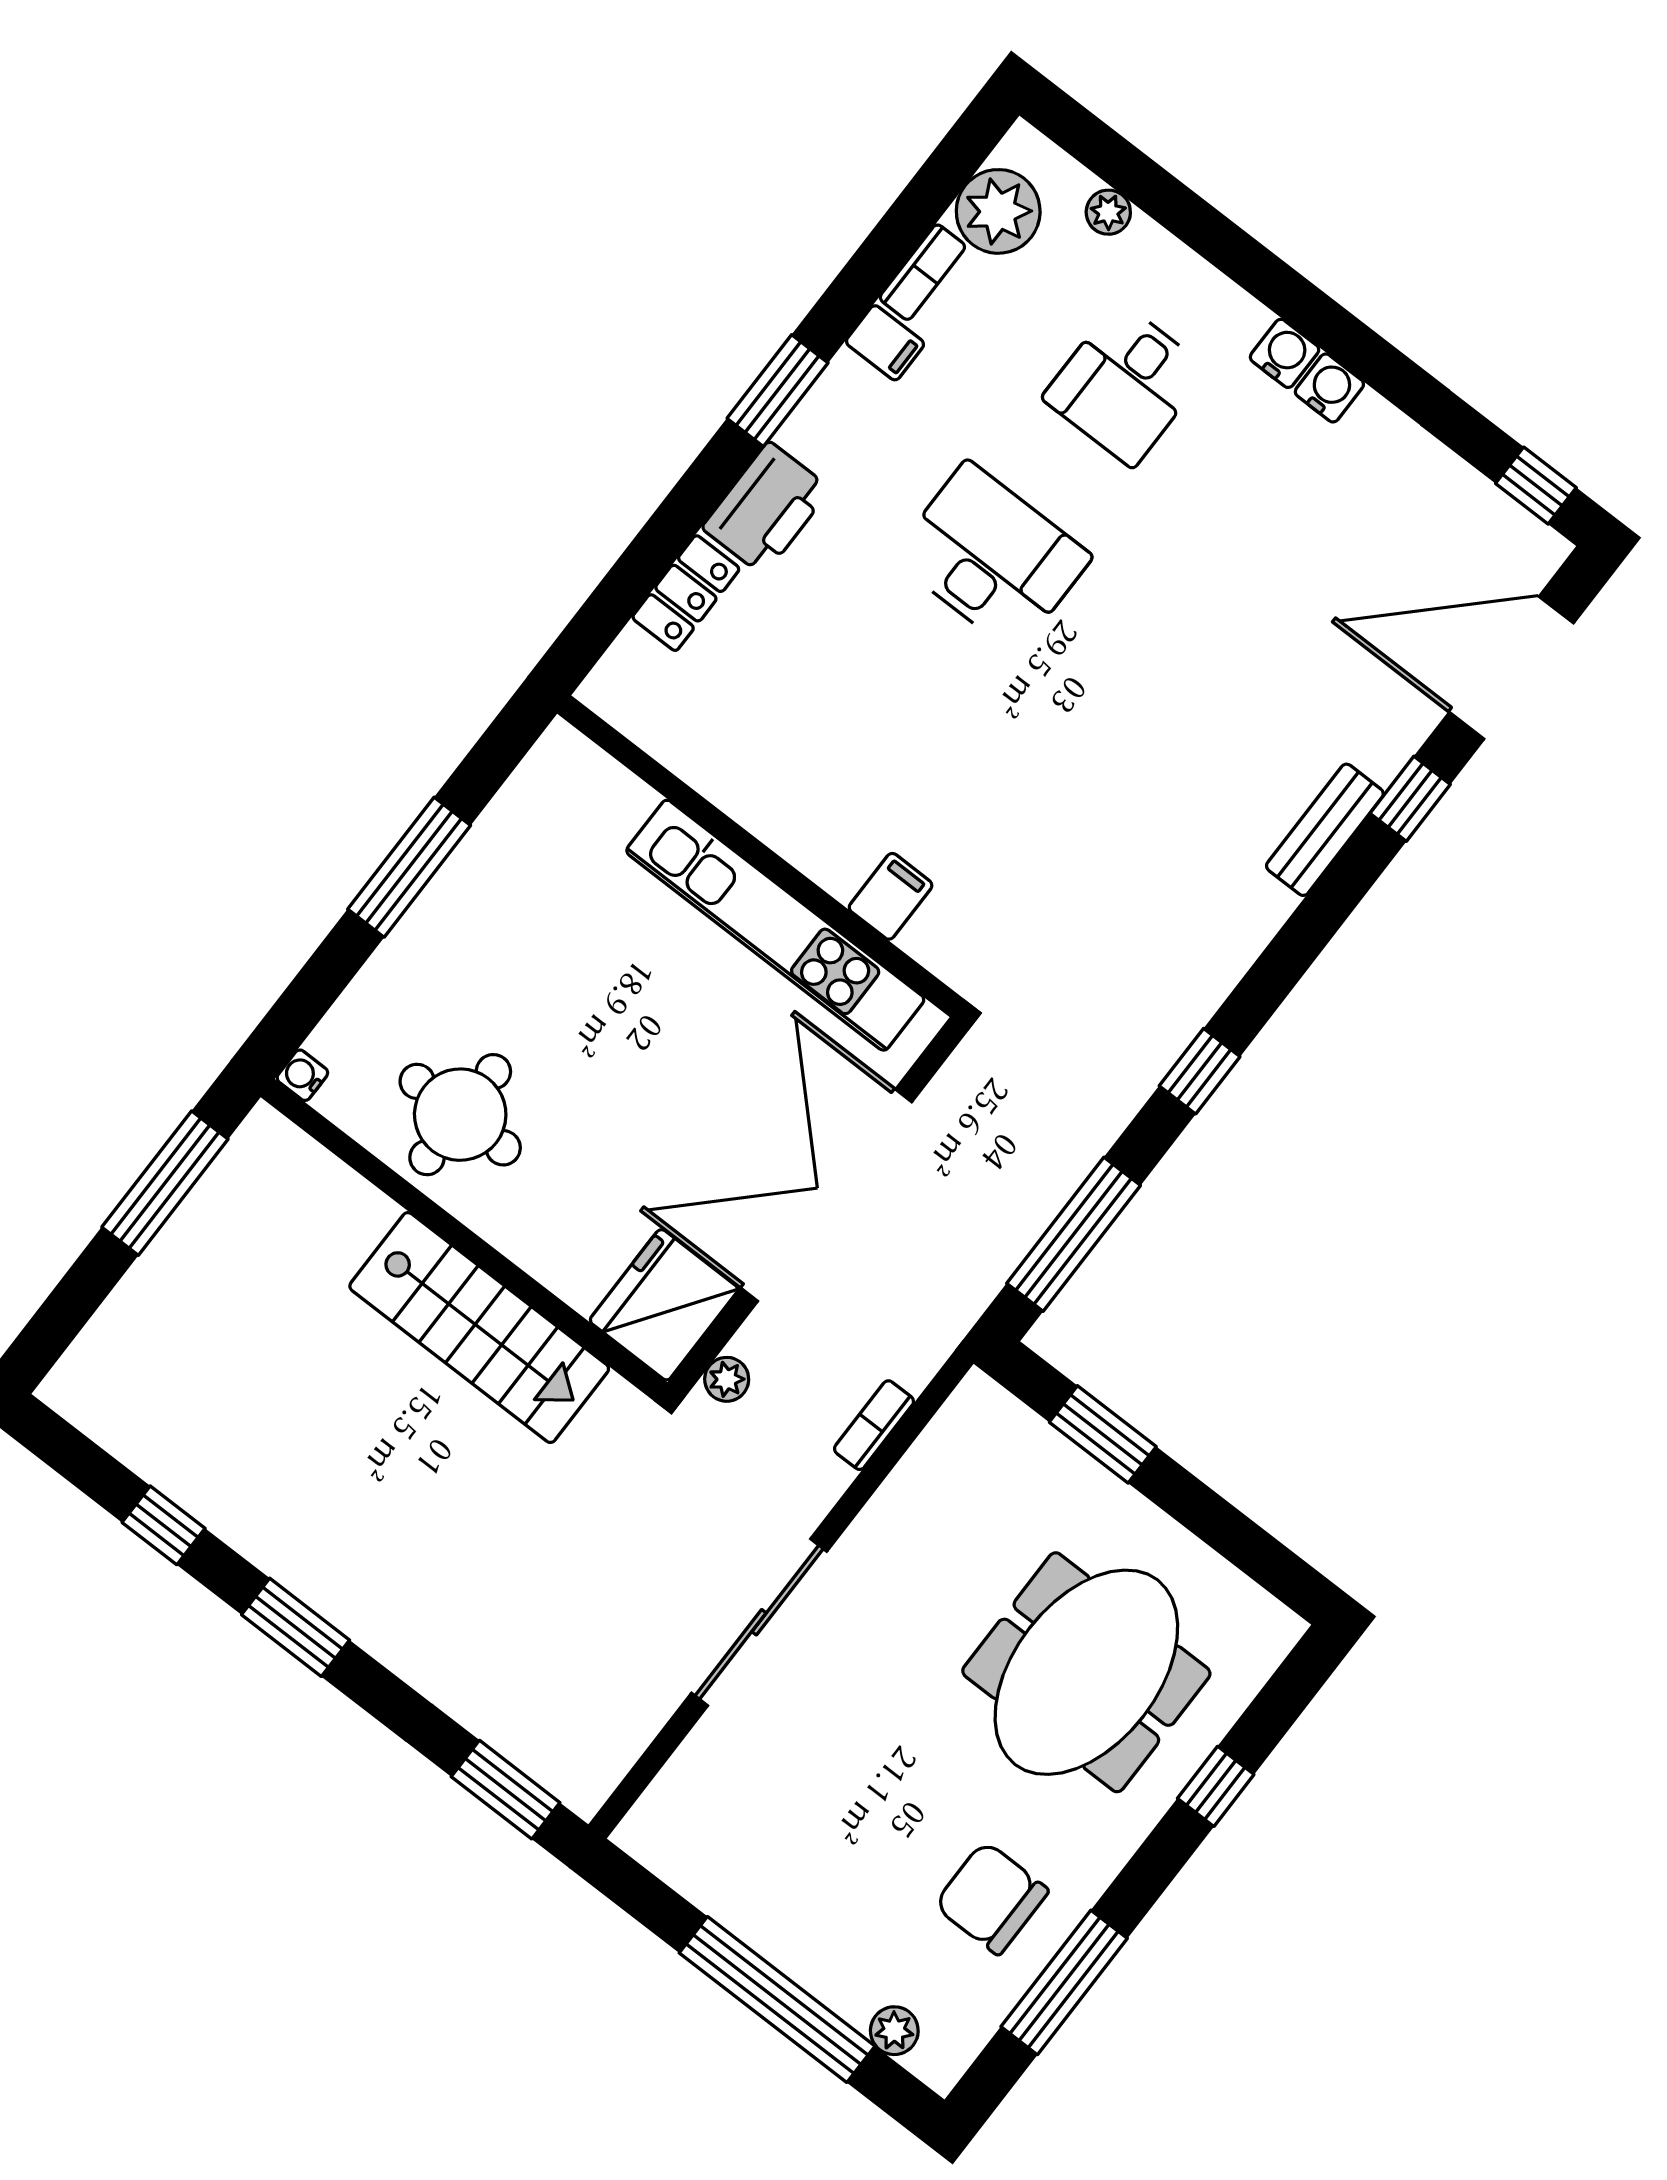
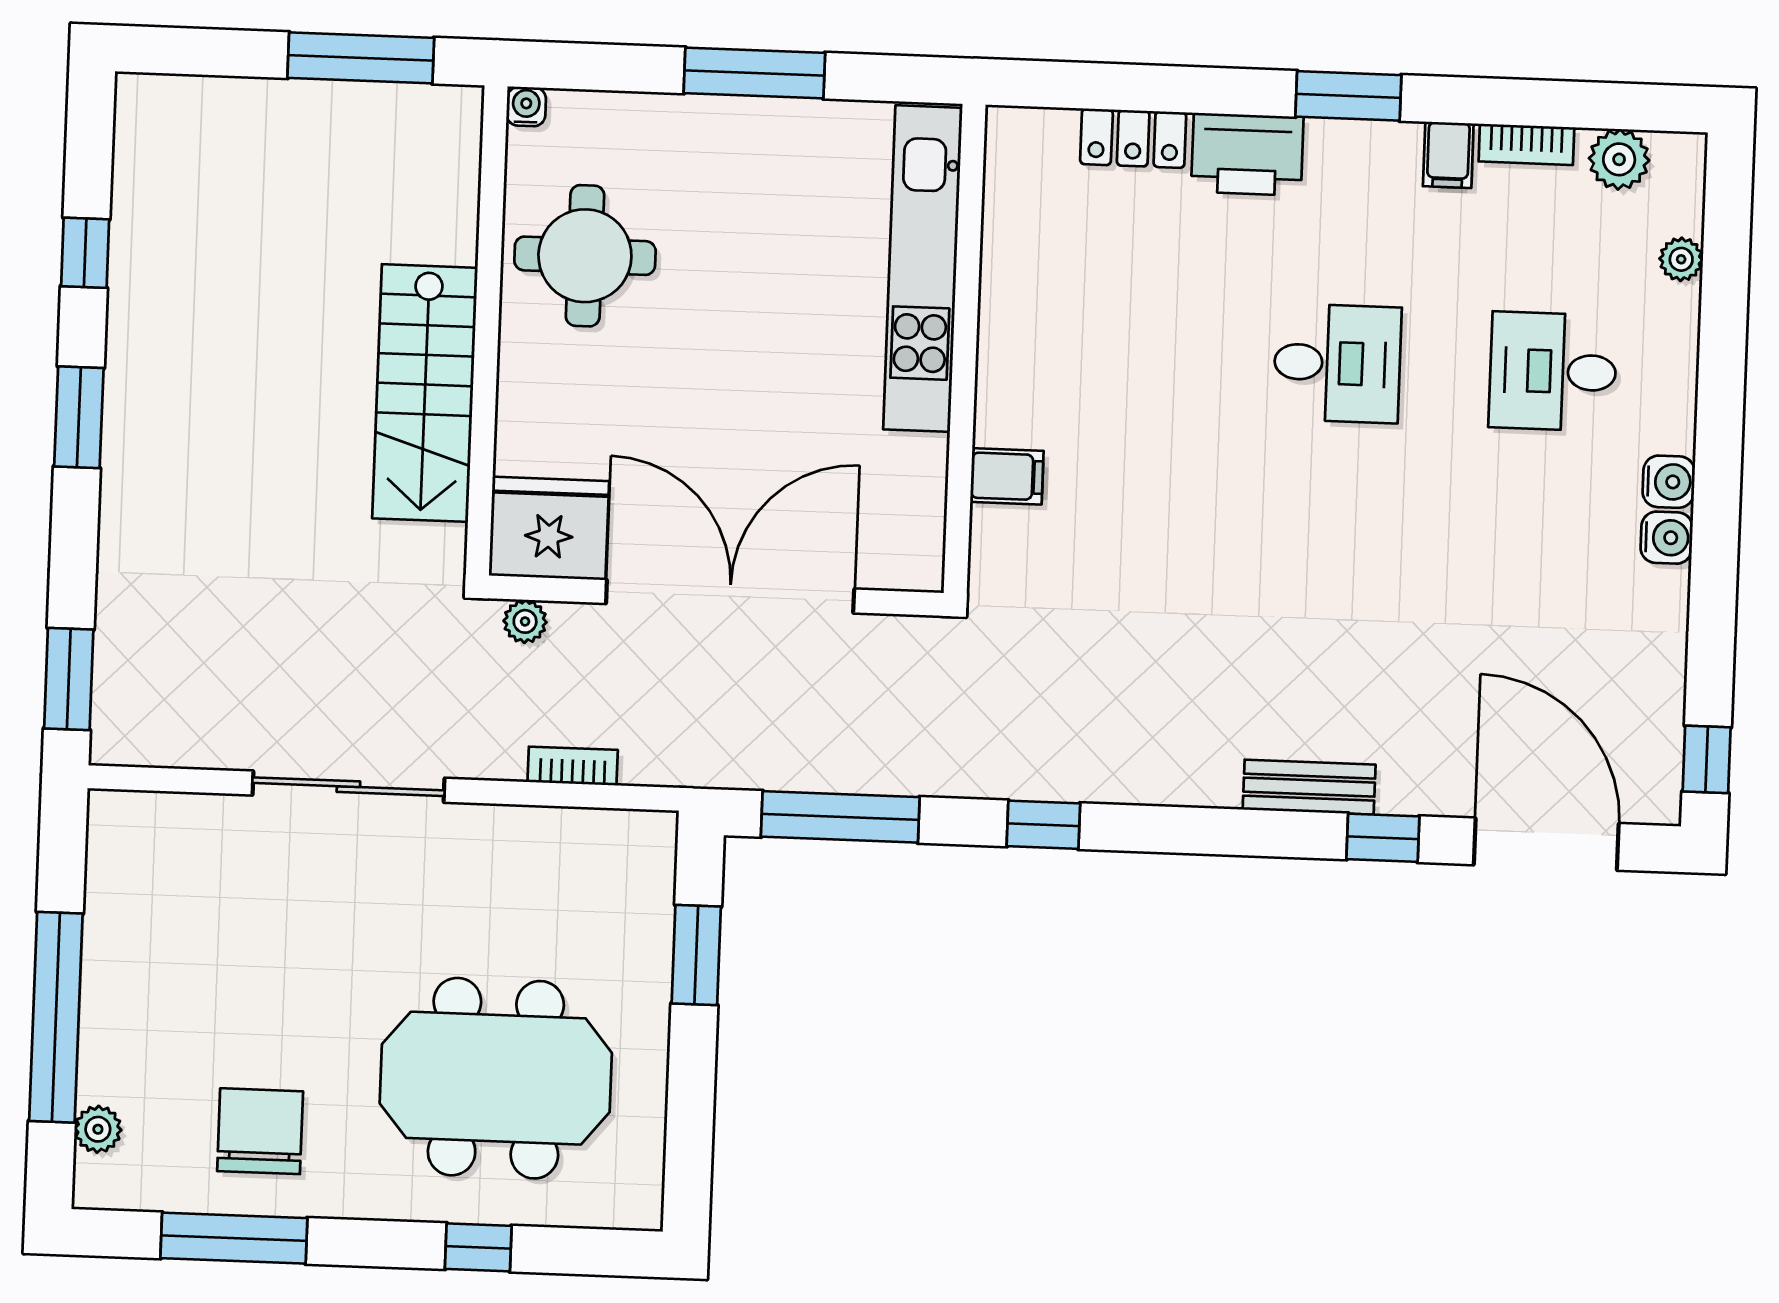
plant: (998, 211) -> (1619, 159), width x0.73, depth x0.73
desk: (992, 557) -> (1337, 363), width x0.73
kitchen unit: (775, 925) -> (923, 269), moved

